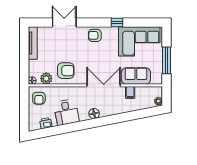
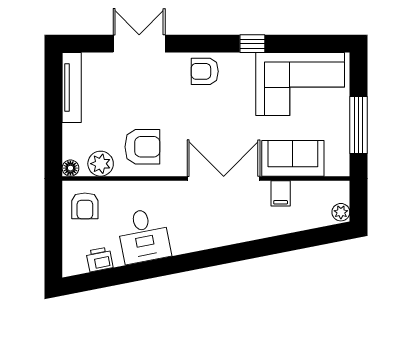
floor lamp: (94, 114) -> (203, 239), removed

